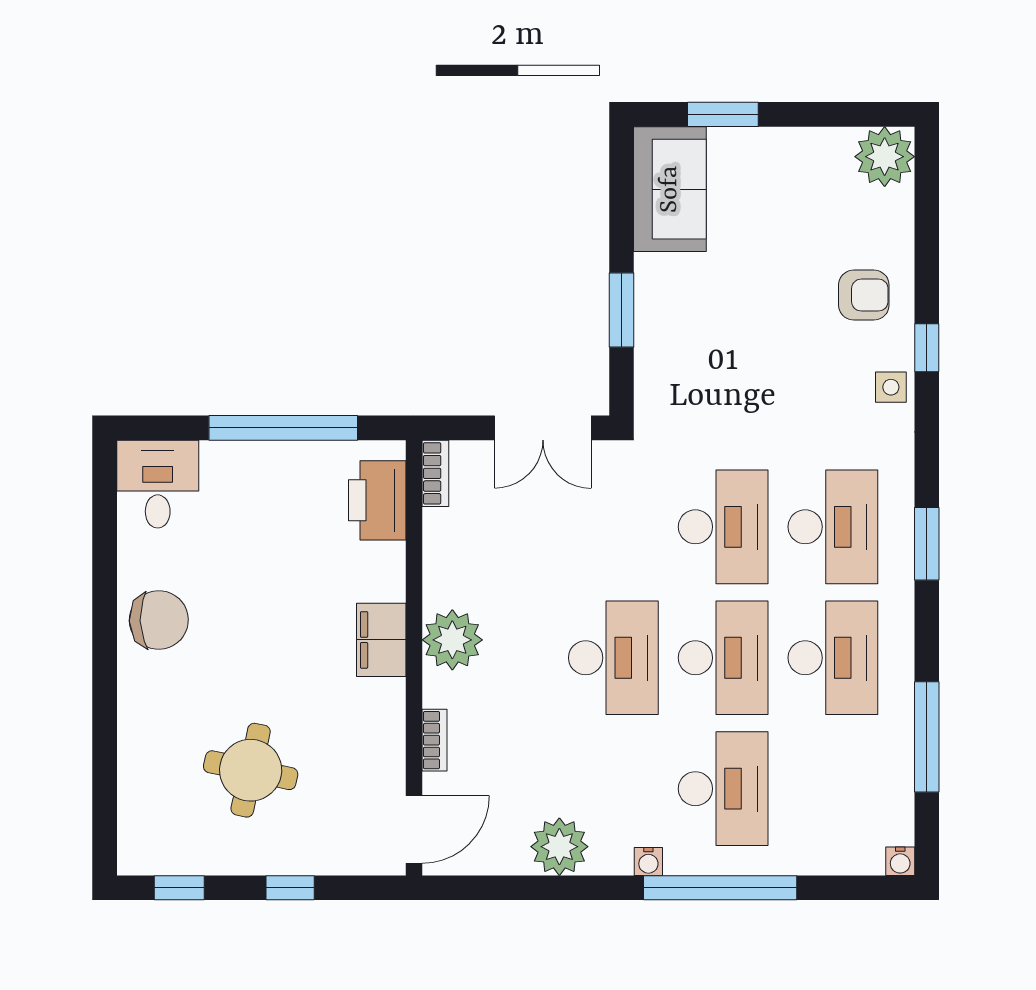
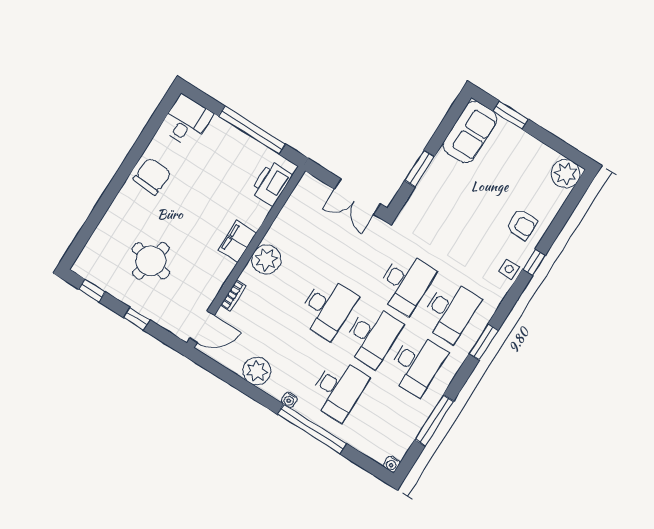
bookcase: (435, 473) -> (302, 187), removed
chair: (159, 620) -> (152, 176), turned -84

